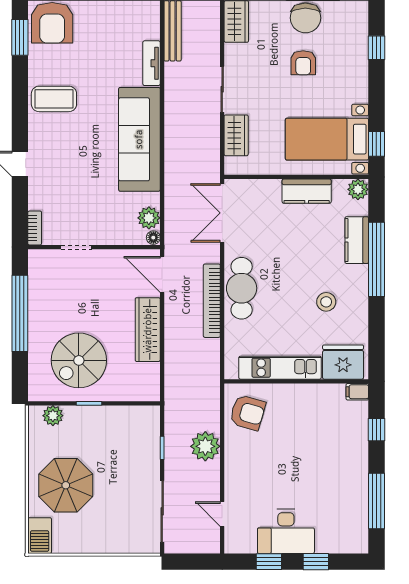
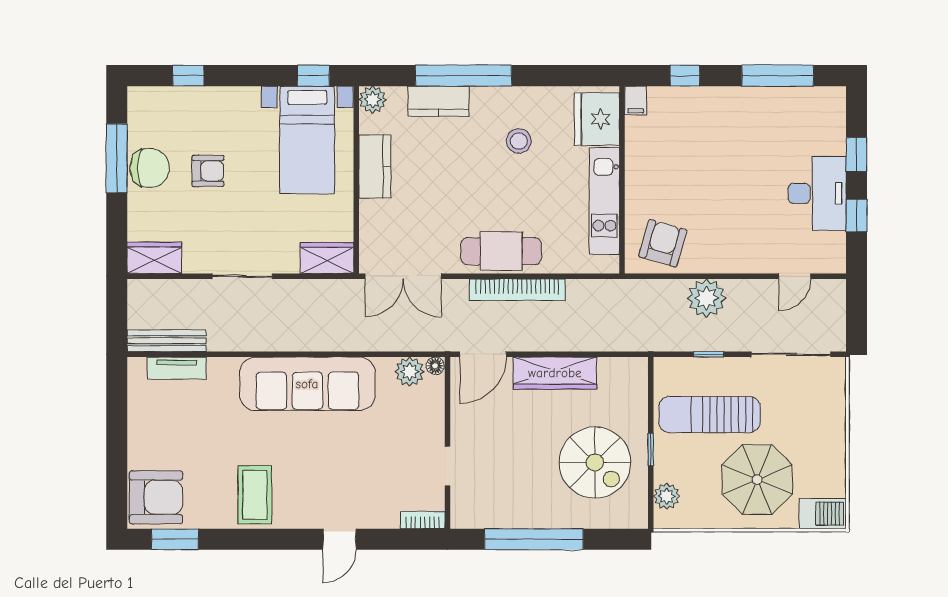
tv unit: (151, 63) -> (177, 368), moved
wardrobe: (236, 135) -> (327, 258), moved
sun lounger: (116, 449) -> (710, 414), added

